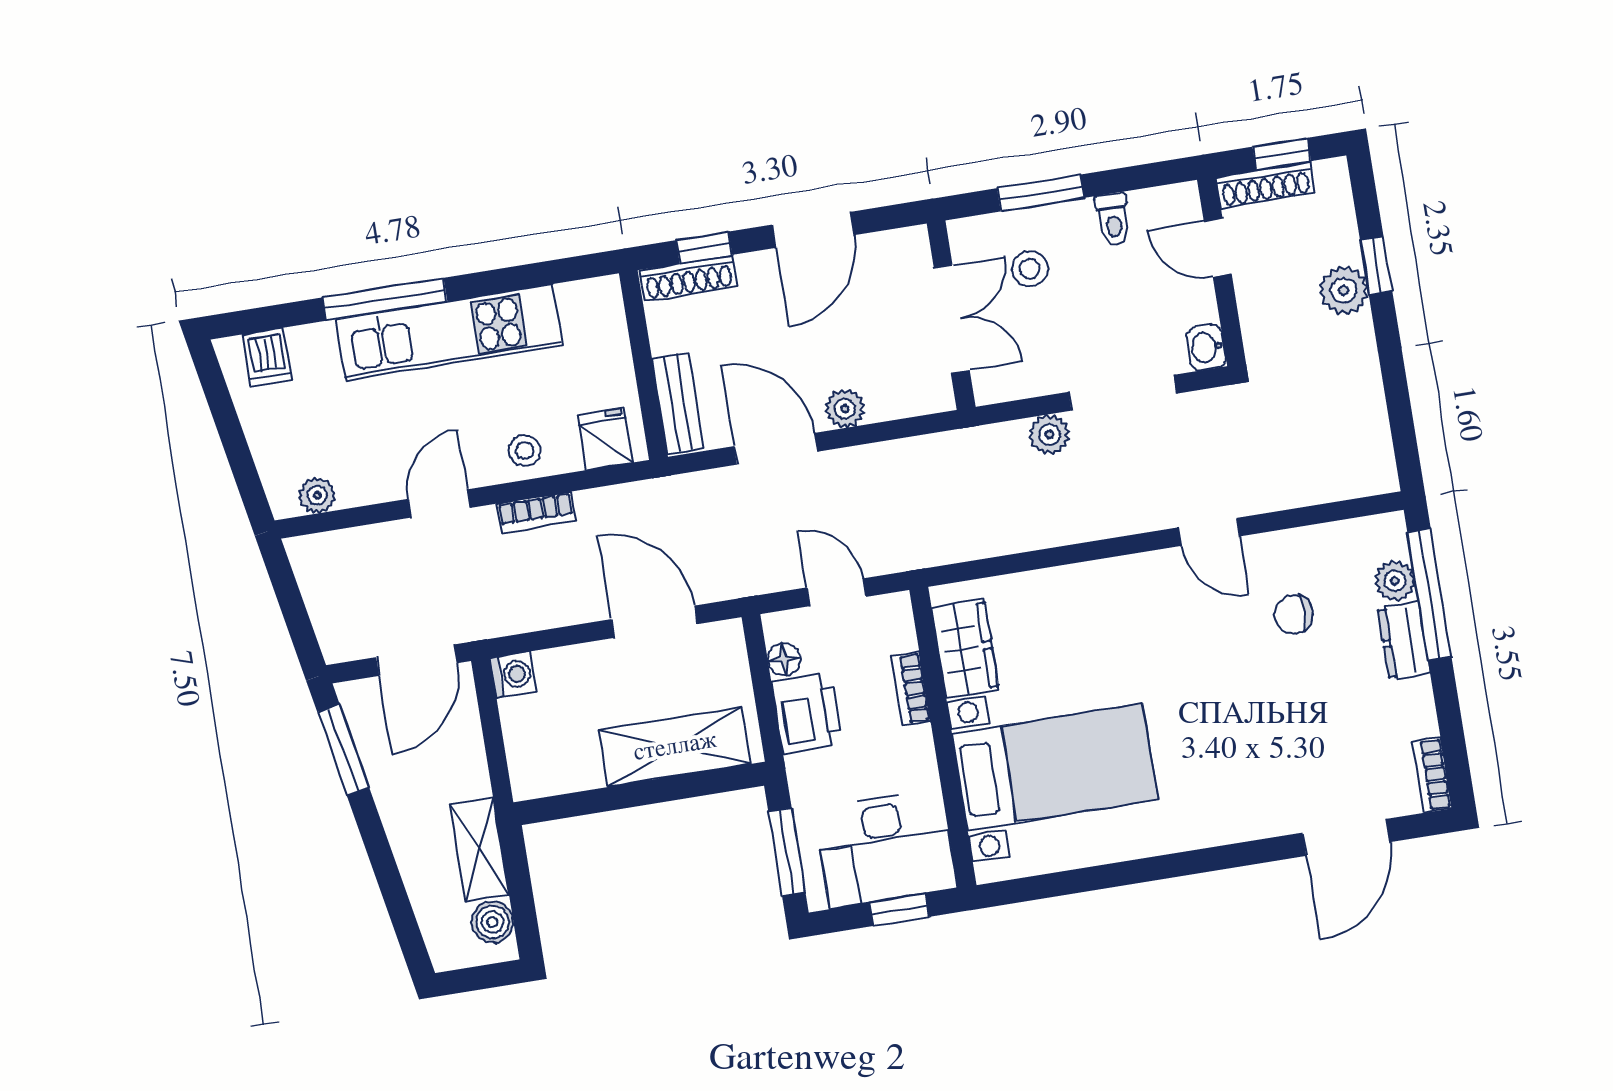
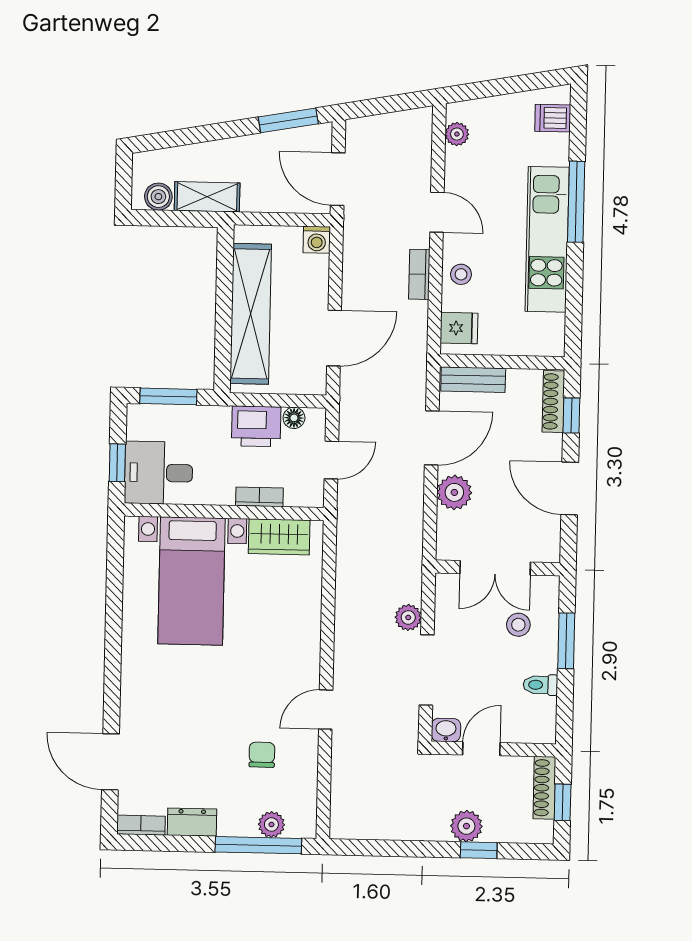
door: (1218, 248) -> (481, 749), moved
plant: (845, 409) -> (454, 492), width x1.38, depth x1.38
dresser: (1404, 641) -> (192, 822), moved
shelving: (675, 747) -> (251, 314), width x1.47
desk: (886, 848) -> (159, 473), width x0.73

